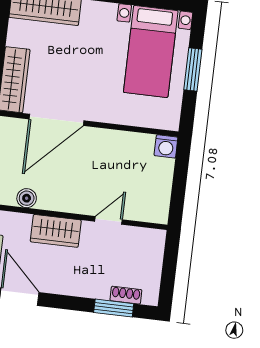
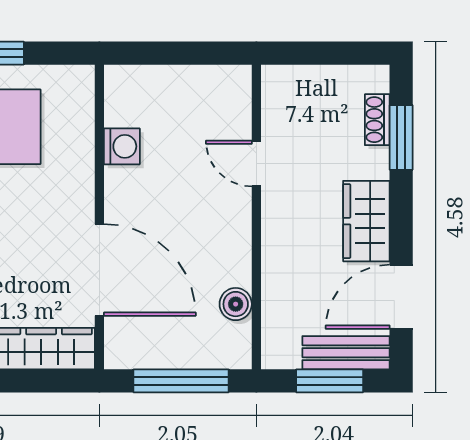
washing machine: (166, 146) -> (122, 146), moved
wardrobe: (56, 231) -> (366, 221), moved, turned 180

